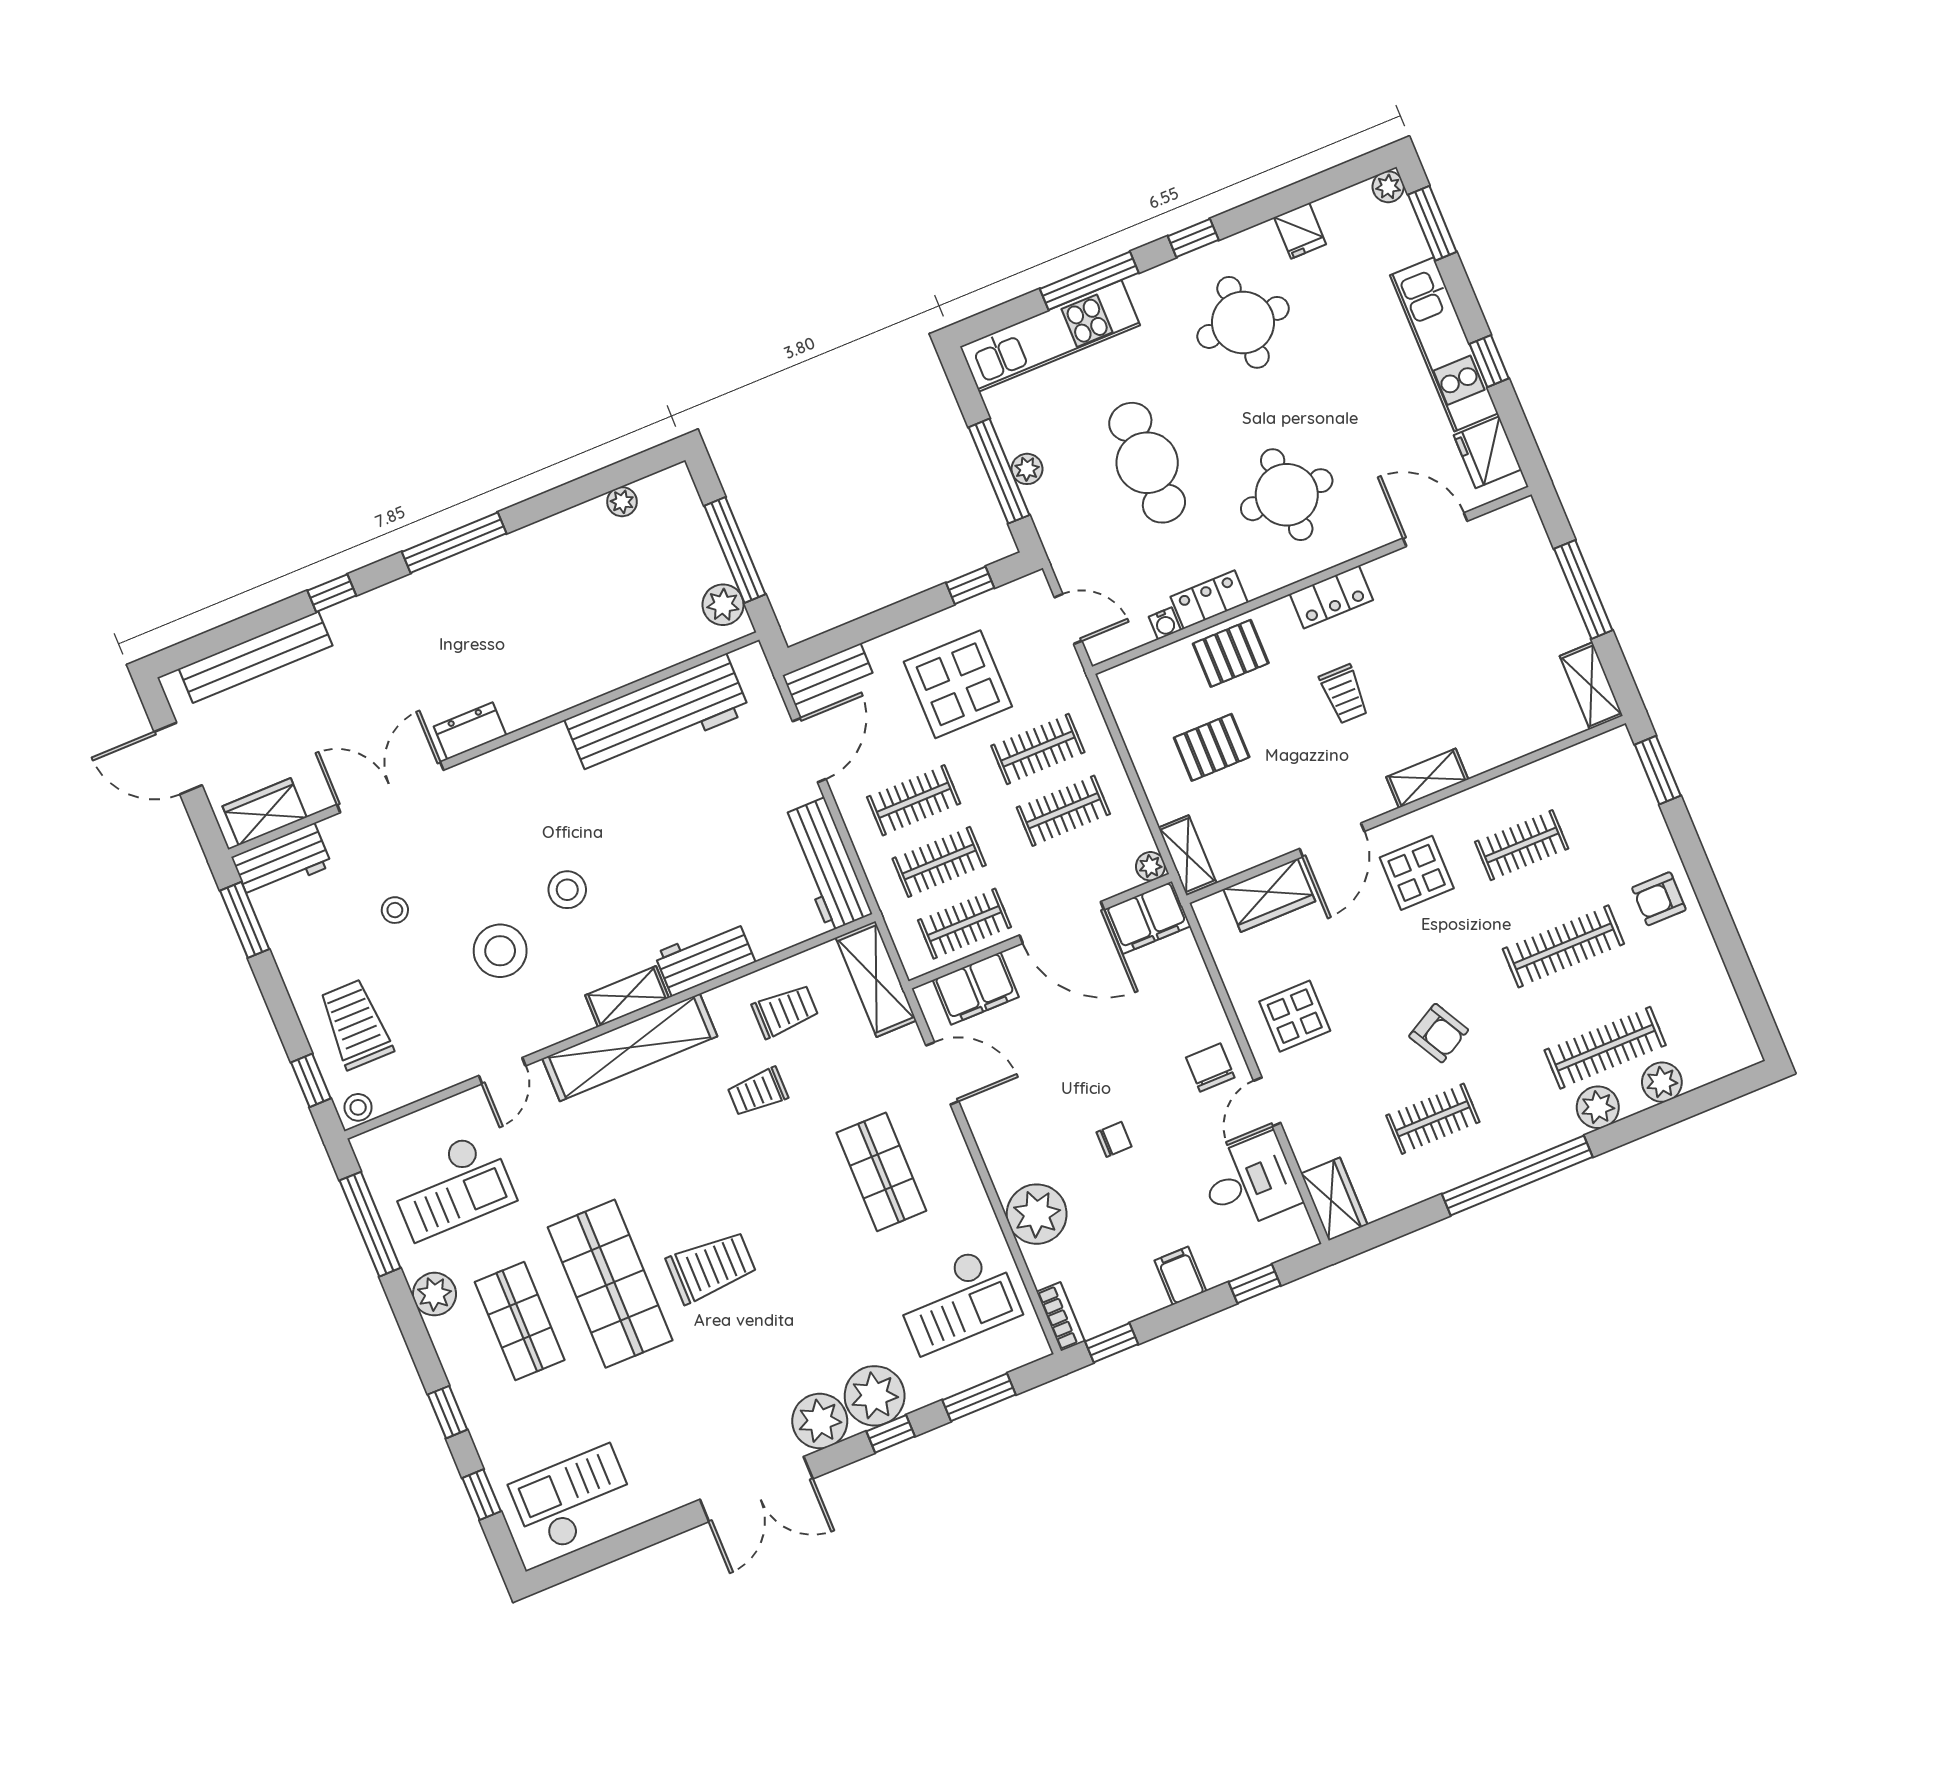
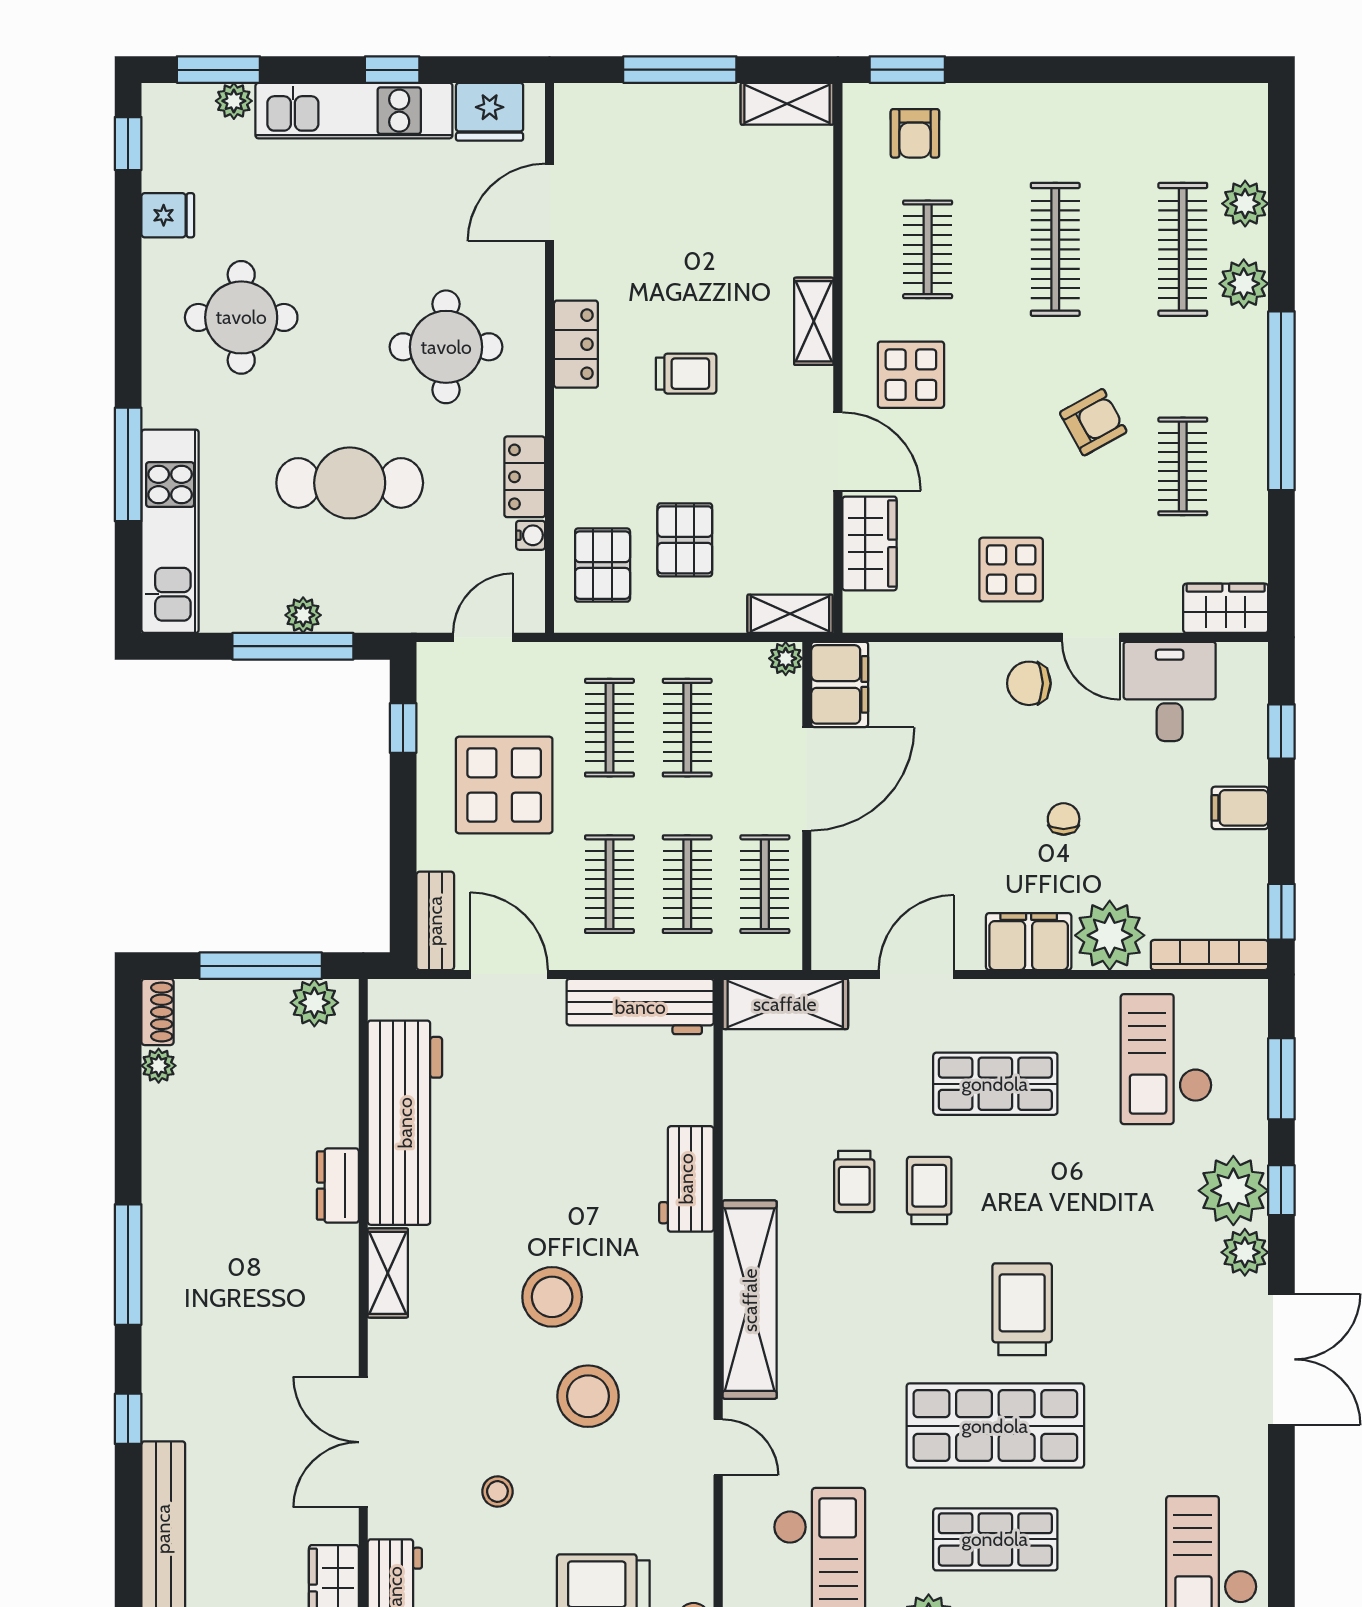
plant: (1388, 187) -> (234, 101), moved
window: (1193, 238) -> (128, 144), moved
shoe rack: (664, 483) -> (158, 1012), added
pallet: (1231, 653) -> (603, 565), moved
dresser: (470, 731) -> (338, 1186), moved
stool: (567, 890) -> (552, 1297), width x1.38, depth x1.38
armchair: (1659, 899) -> (915, 133), moved
filing cabinet: (976, 988) -> (1029, 942), moved, turned -90
shelving: (627, 997) -> (388, 1273), moved
trolley: (785, 1011) -> (929, 1190), moved
checkout: (957, 1300) -> (1166, 1059), turned 180
bookcase: (1061, 1317) -> (1209, 955), width x1.56
plant: (820, 1421) -> (1245, 1252), width x0.73, depth x0.73

